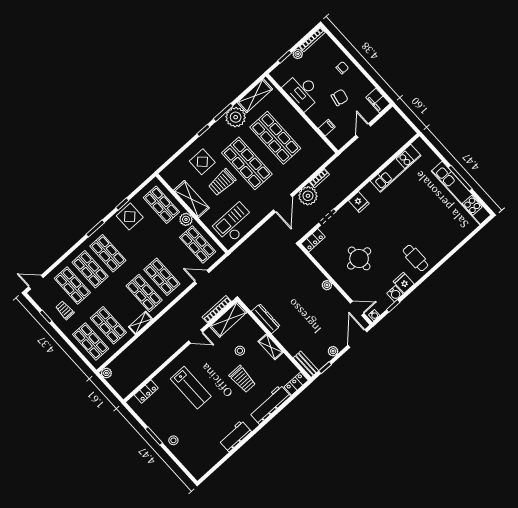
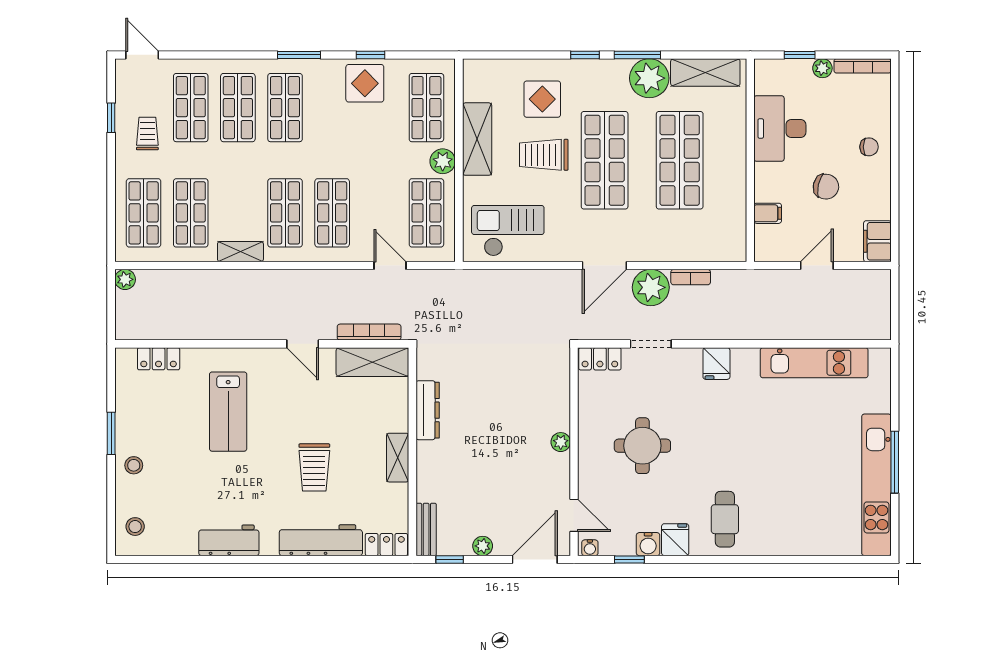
stool: (240, 351) -> (135, 527), moved

